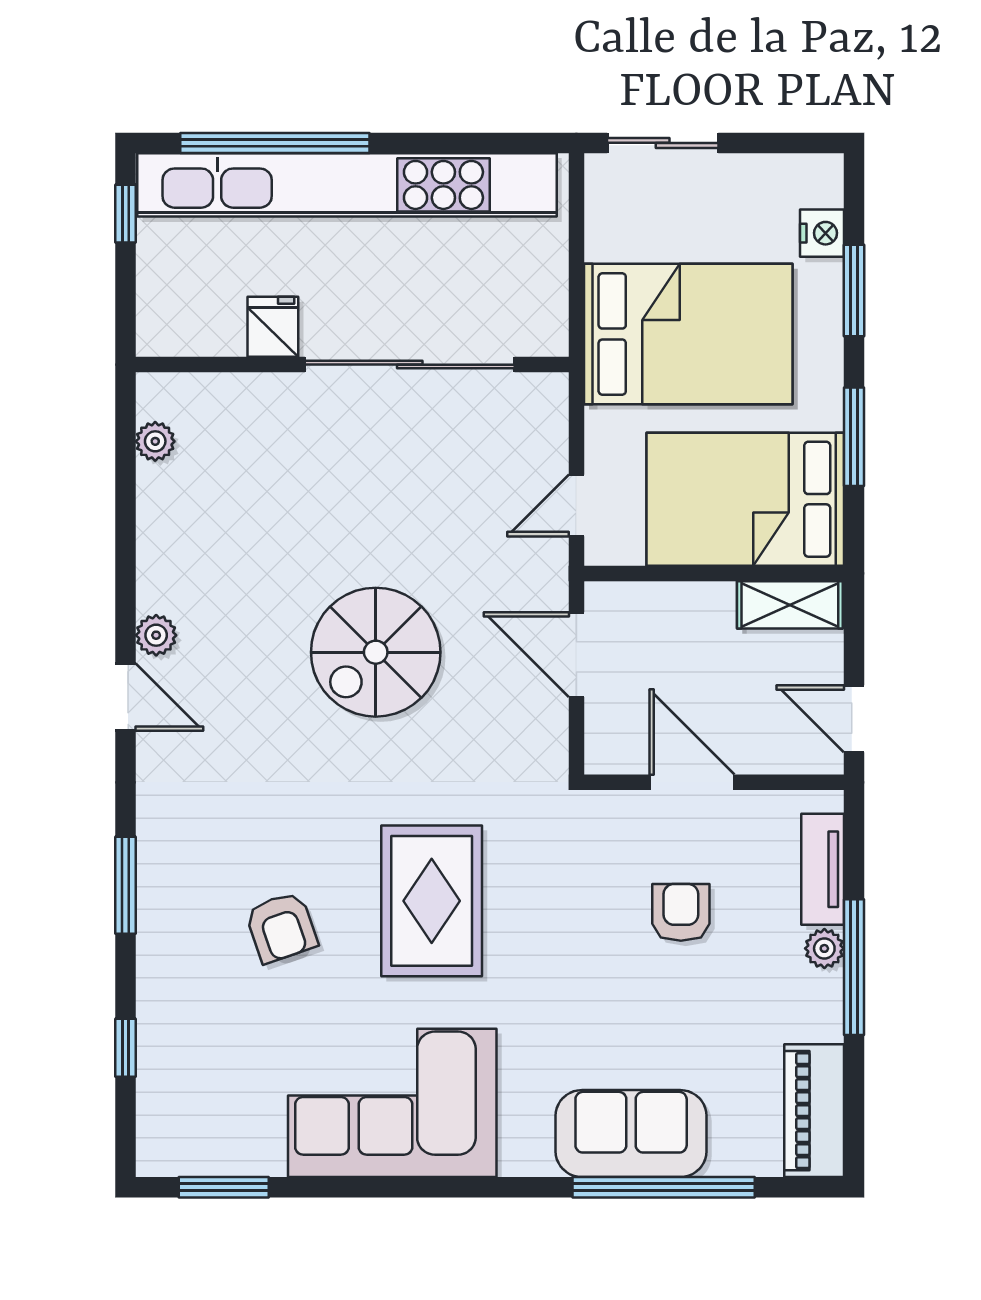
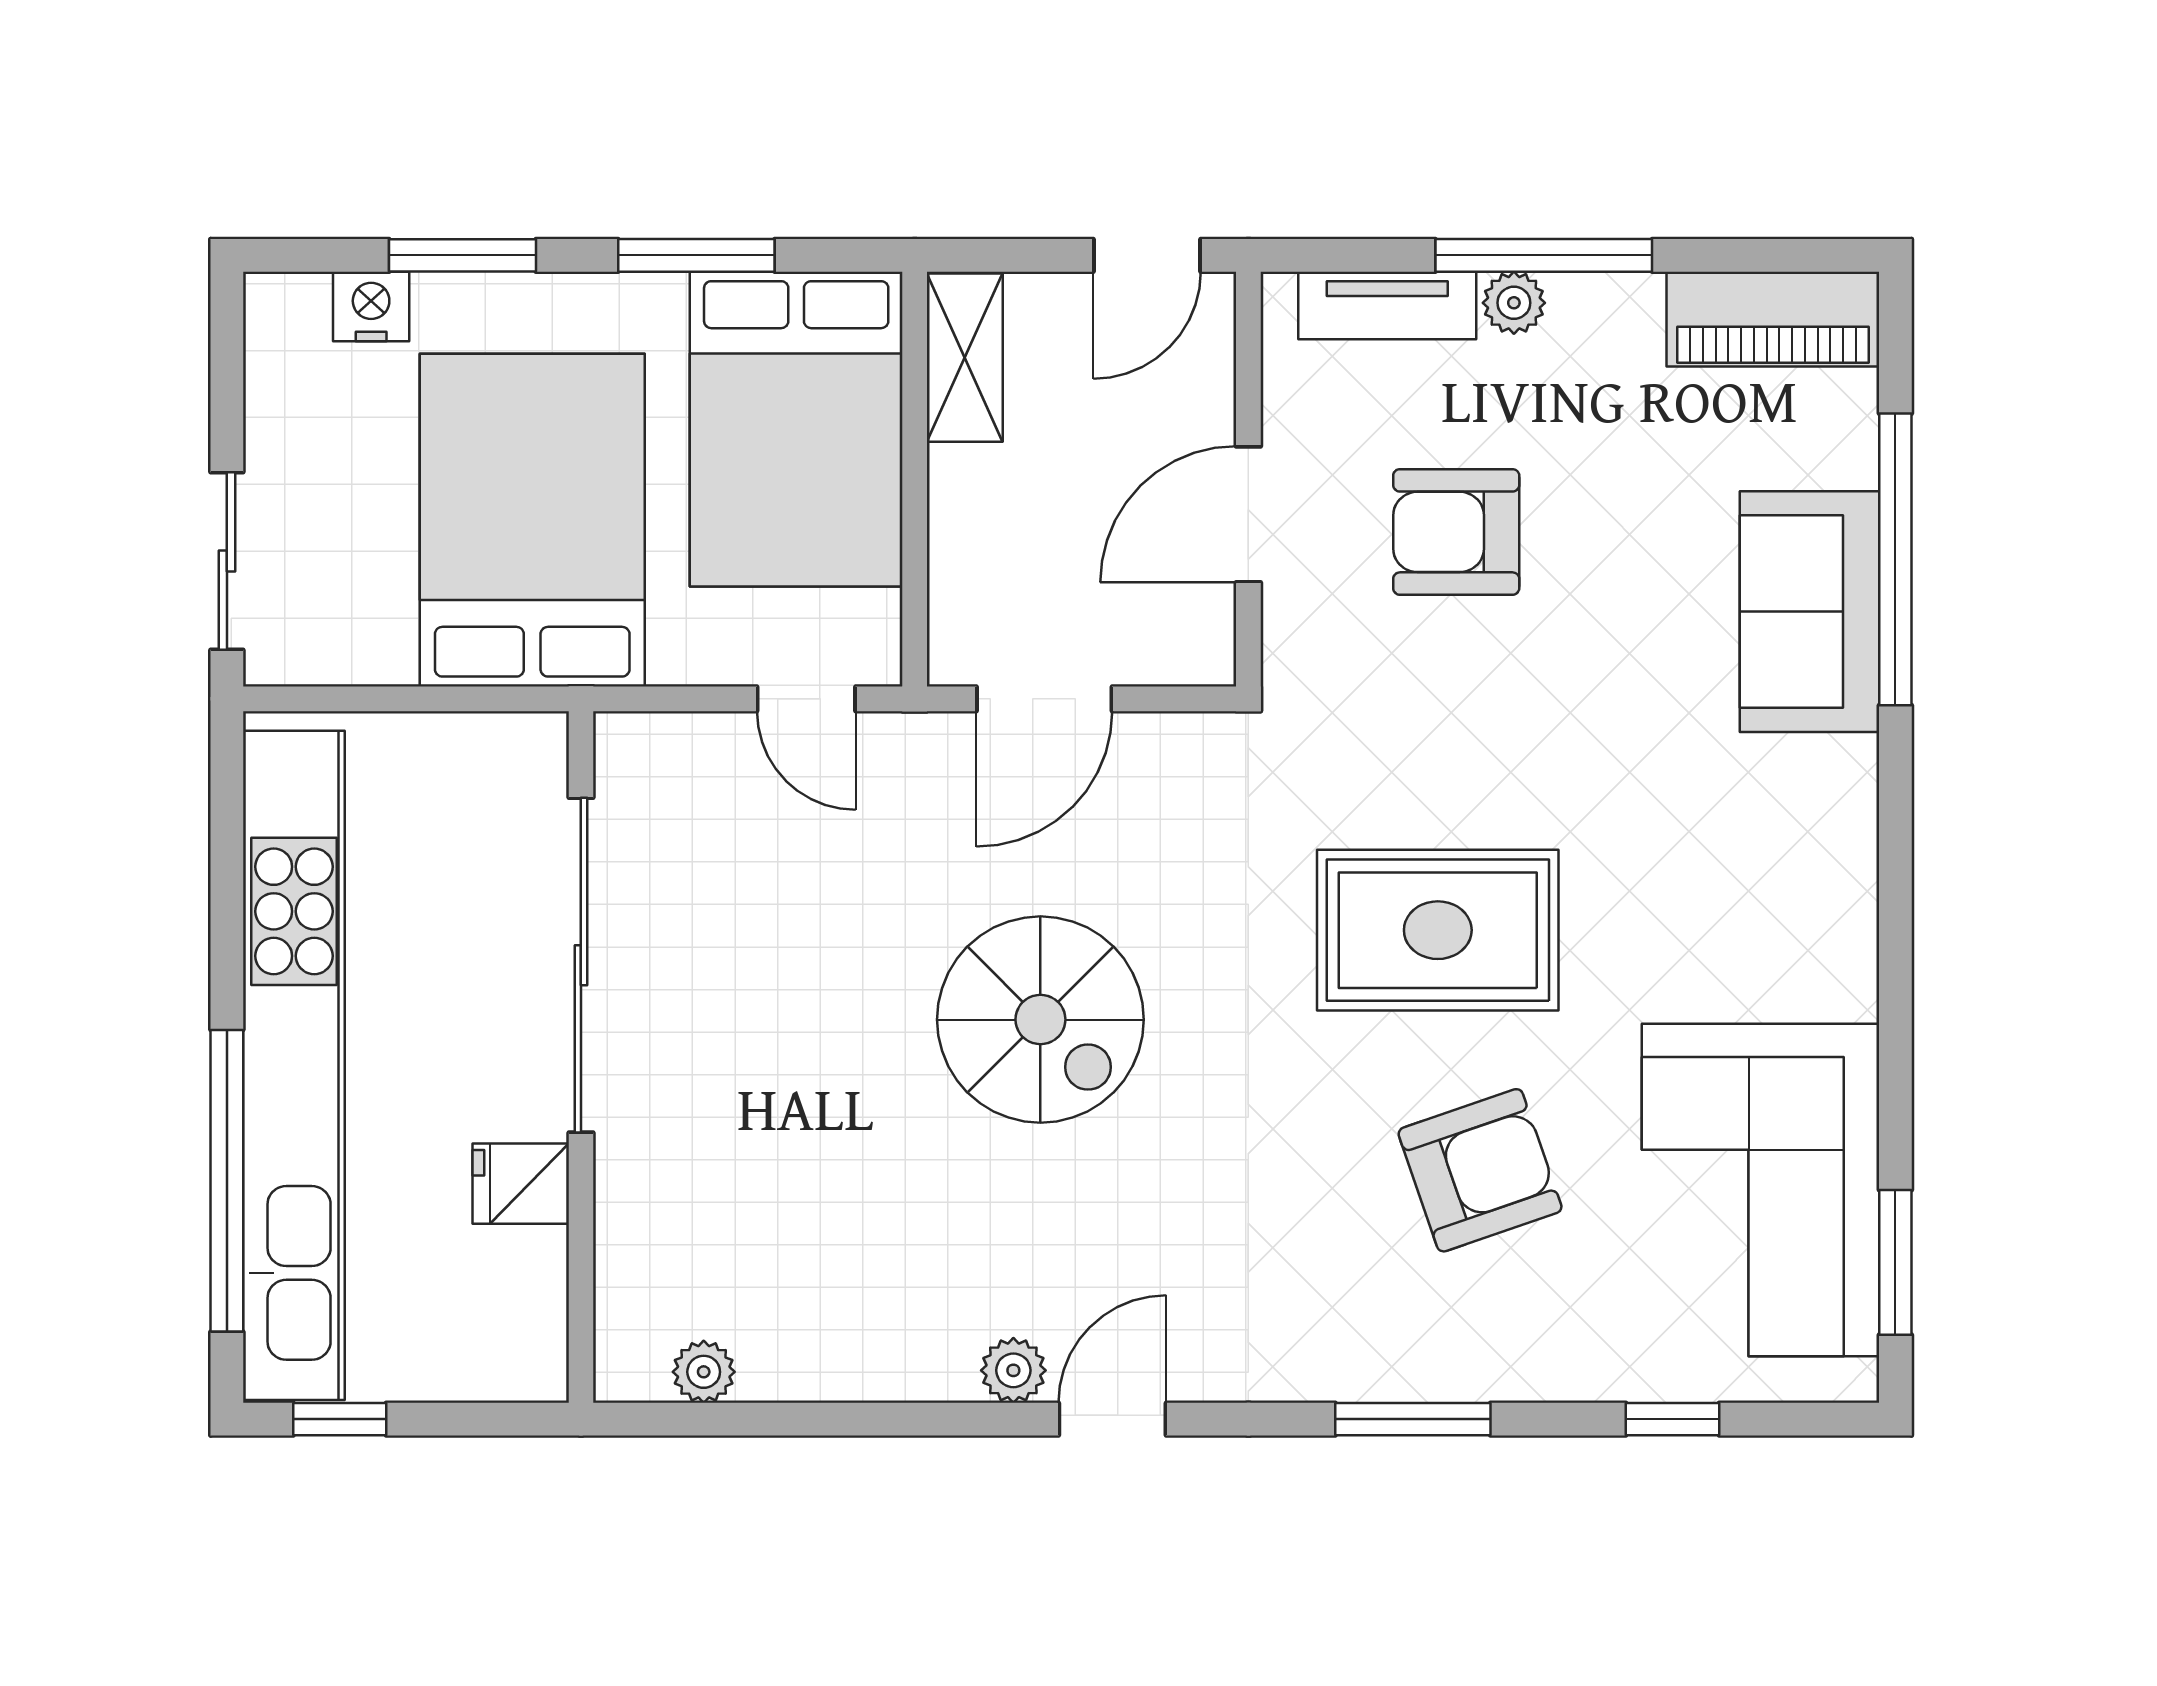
armchair: (681, 912) -> (1456, 532), width x1.38, depth x1.38
armchair: (281, 927) -> (1480, 1170), width x1.38, depth x1.38
corner sofa: (392, 1103) -> (1760, 1190), moved

